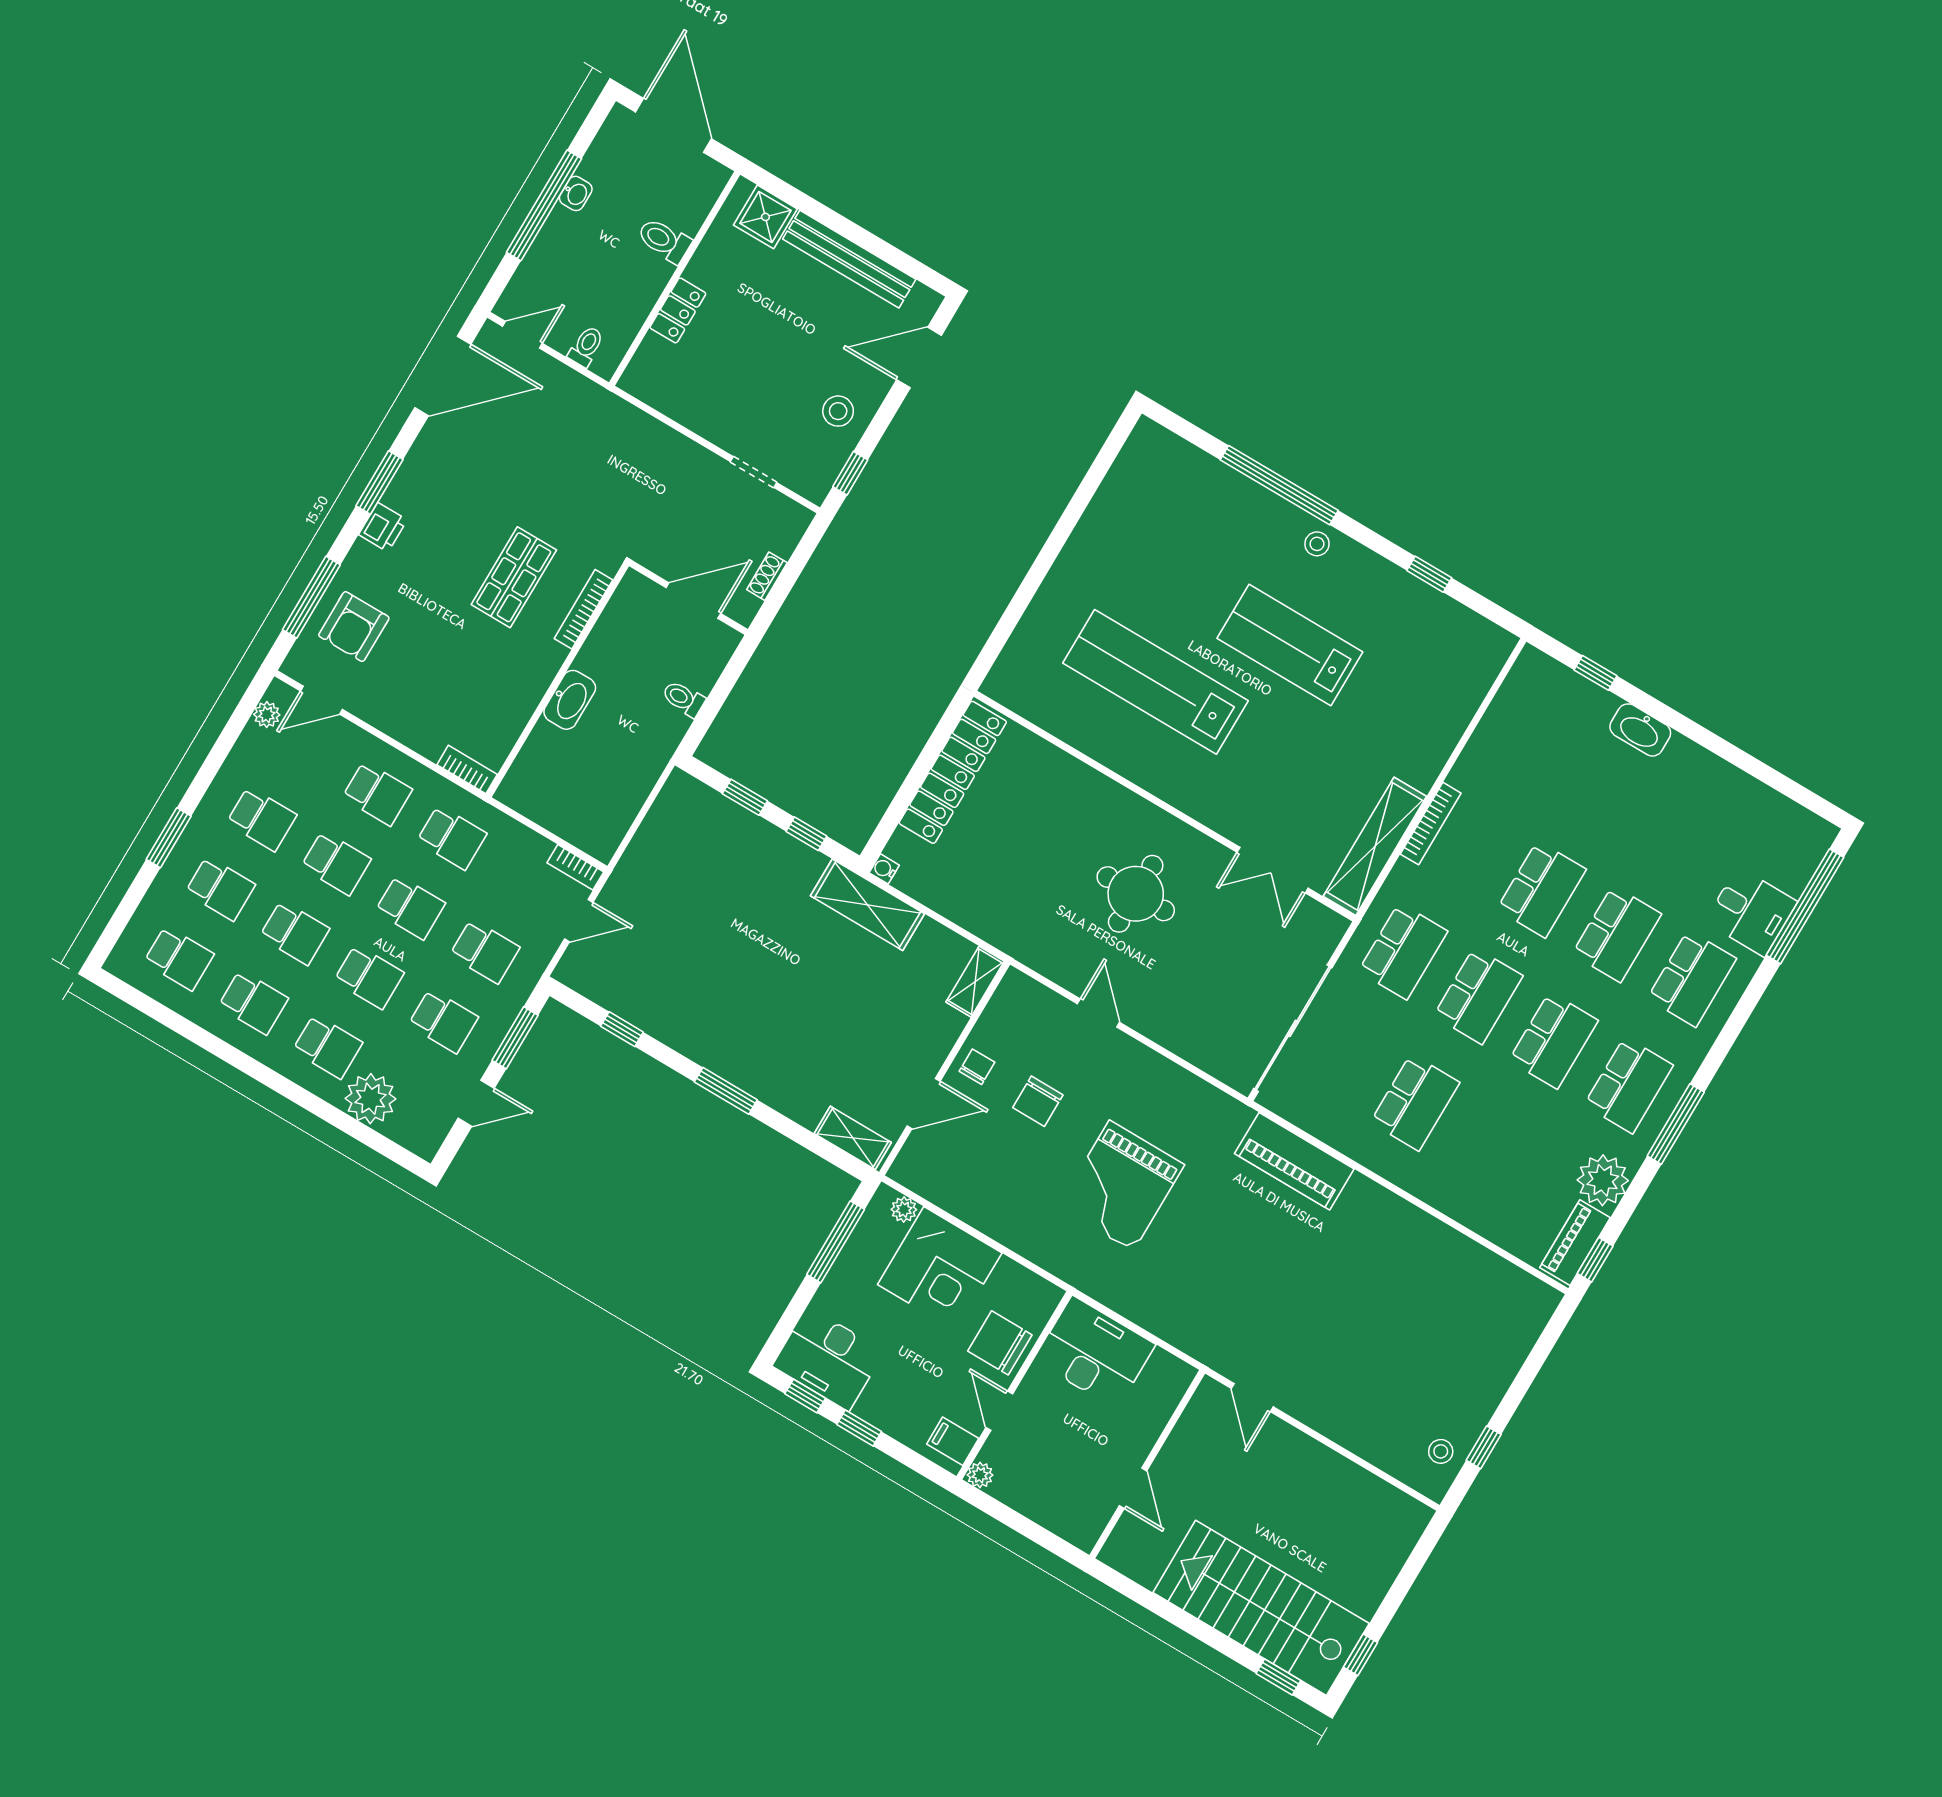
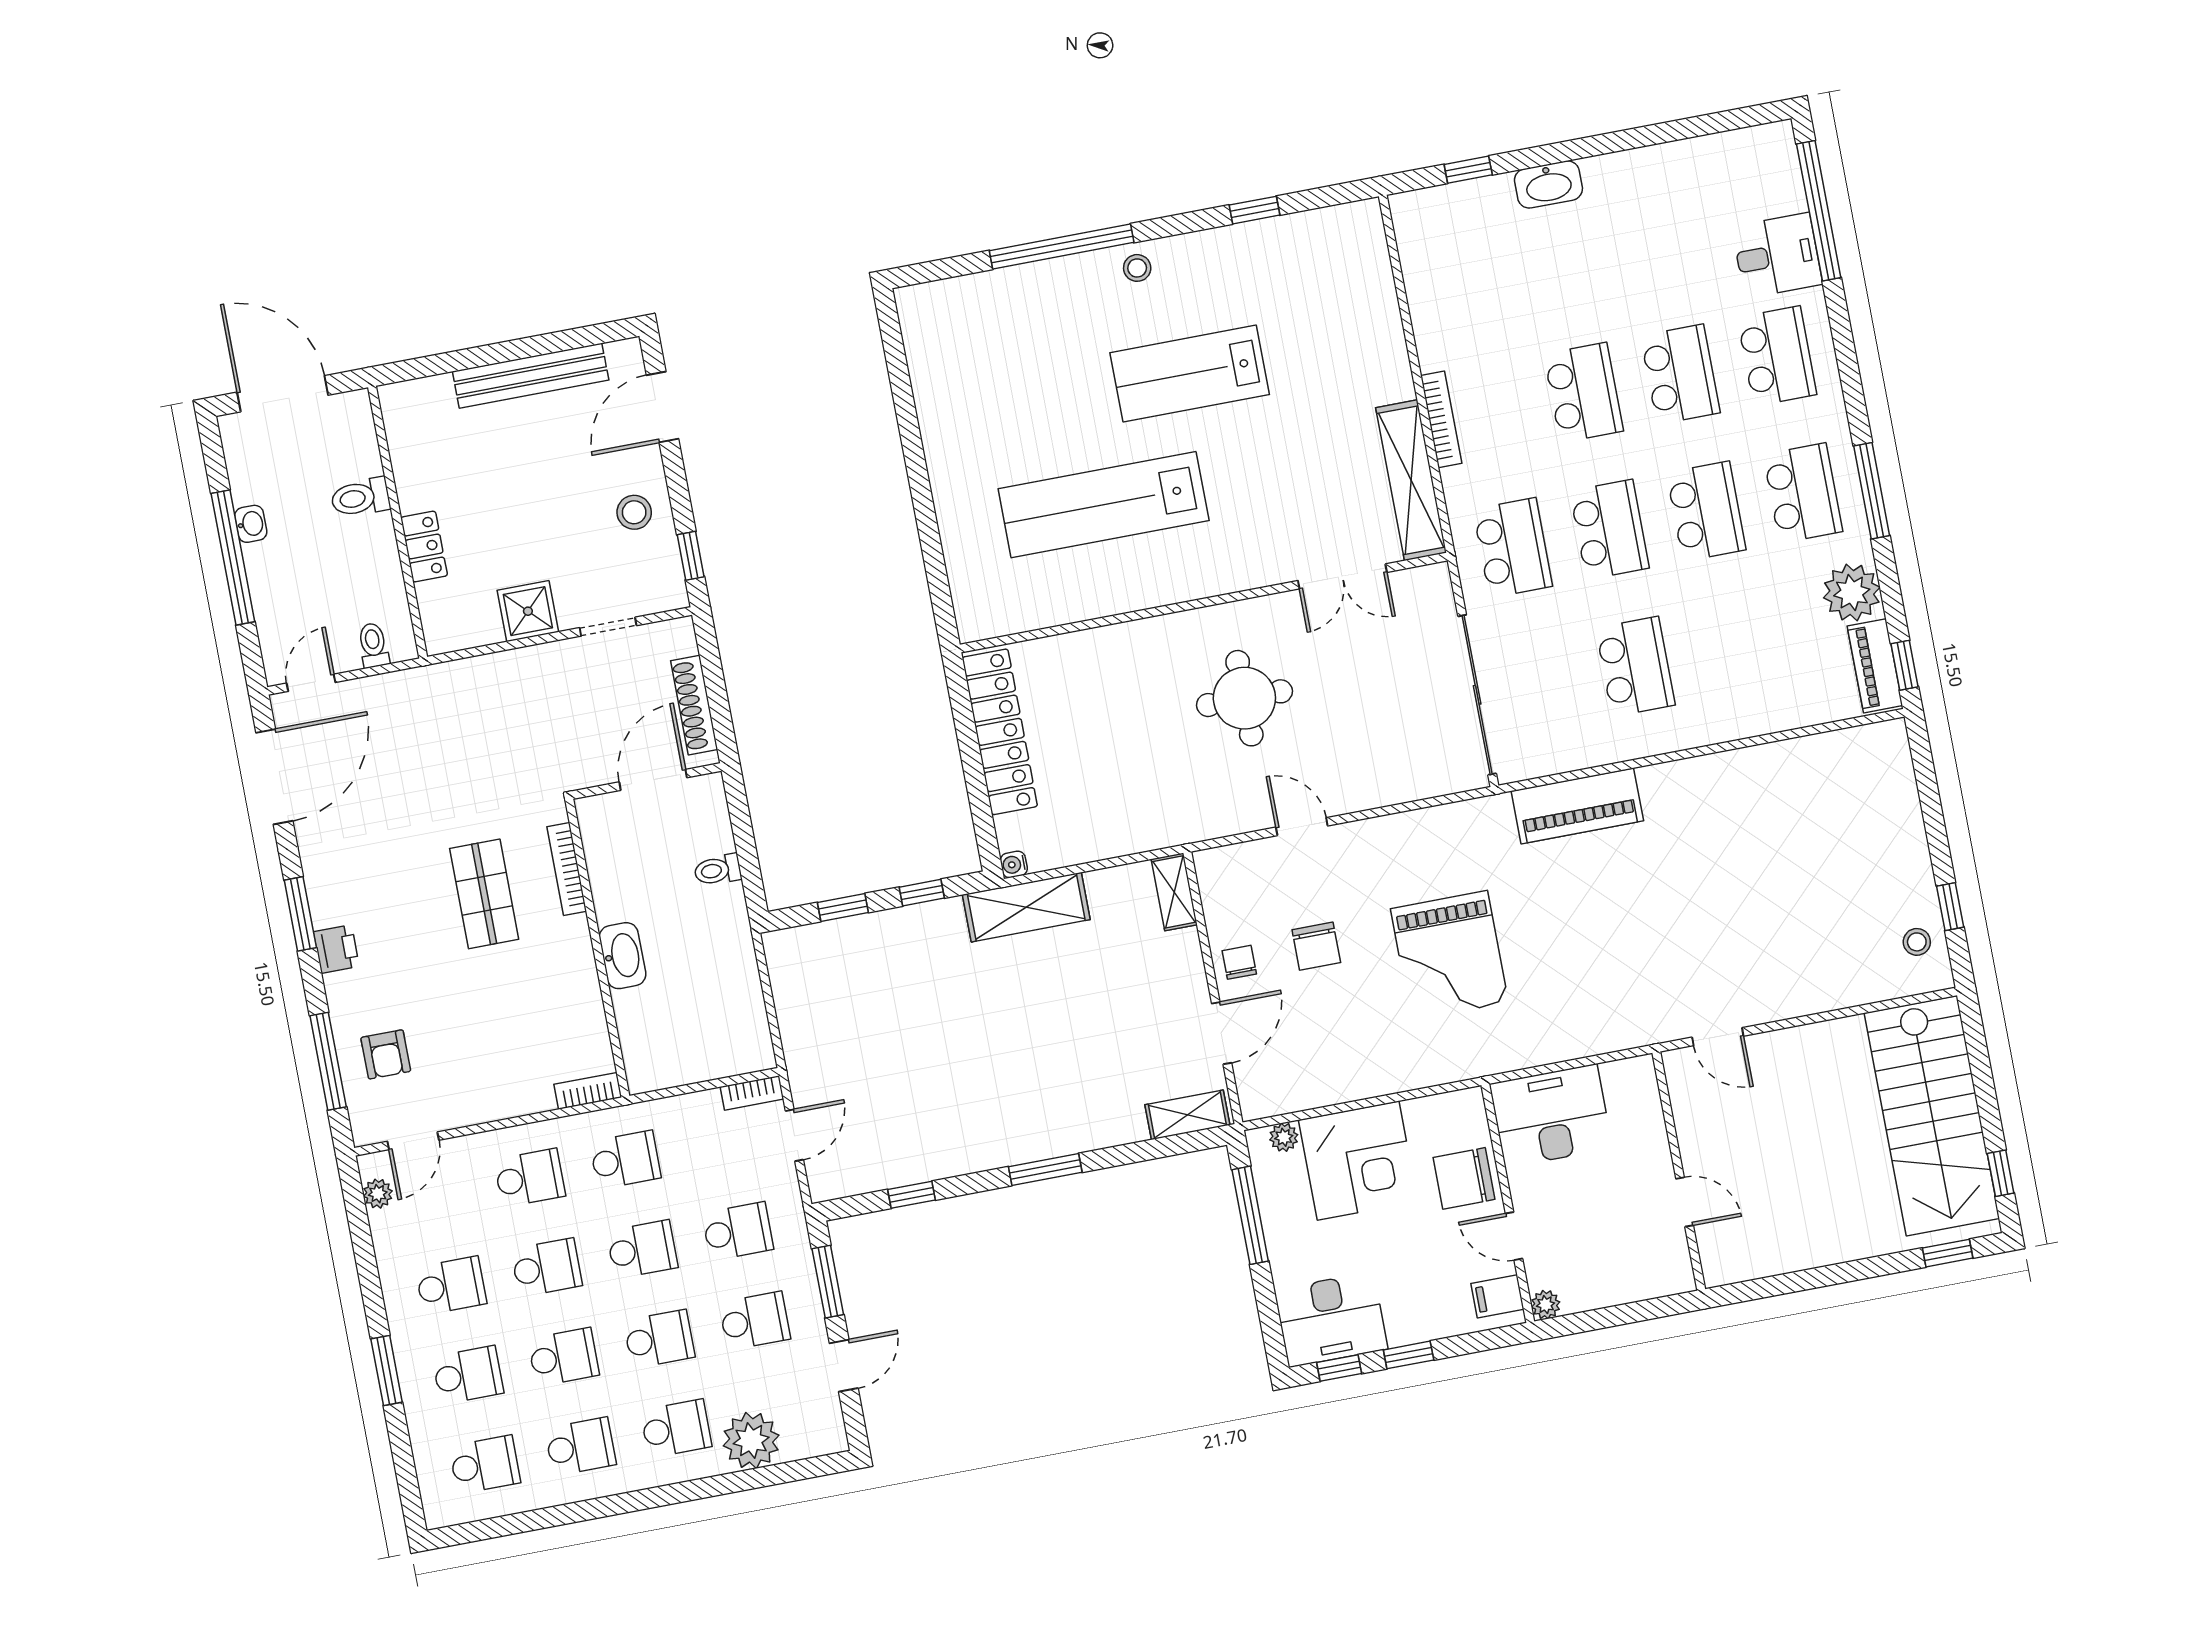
shower: (765, 217) -> (528, 611), moved
shoe rack: (767, 576) -> (694, 705), width x1.94, depth x1.24
armchair: (354, 627) -> (386, 1054), width x0.72, depth x0.72
stairs: (1261, 1608) -> (1932, 1116), moved, turned -90

